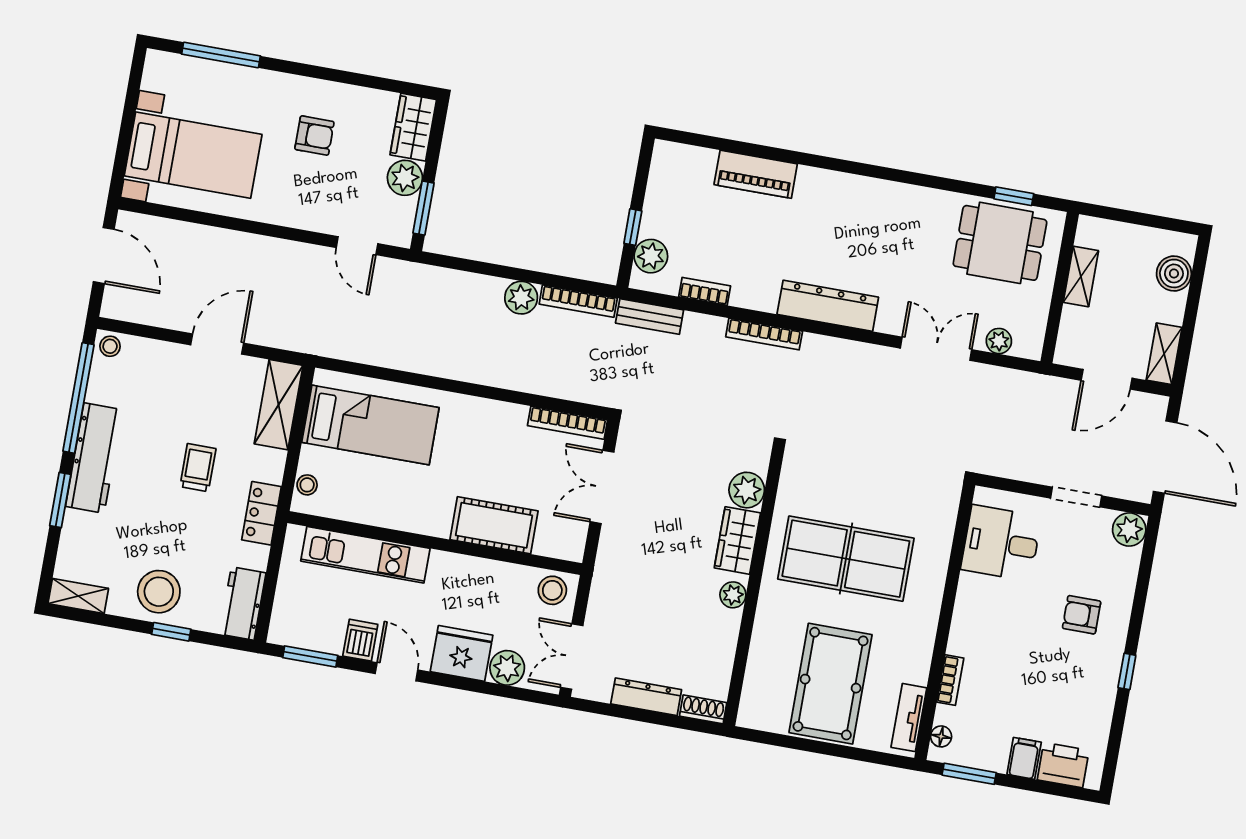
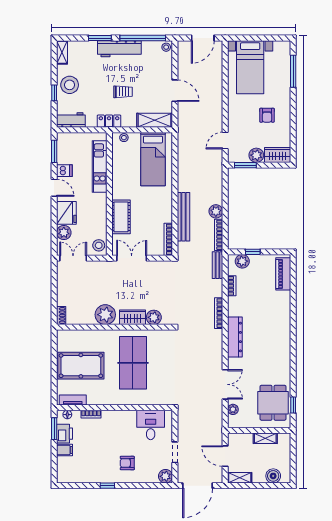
piano: (756, 174) -> (283, 274), moved
bench: (520, 377) -> (183, 217), added
double door: (602, 487) -> (132, 258), moved
plant: (733, 595) -> (105, 315), width x1.87, depth x1.87
armchair: (1082, 615) -> (127, 463), turned -90
door: (396, 672) -> (54, 188), hinge flipped
dresser: (646, 697) -> (62, 291), removed
printer: (1063, 765) -> (65, 434), moved

